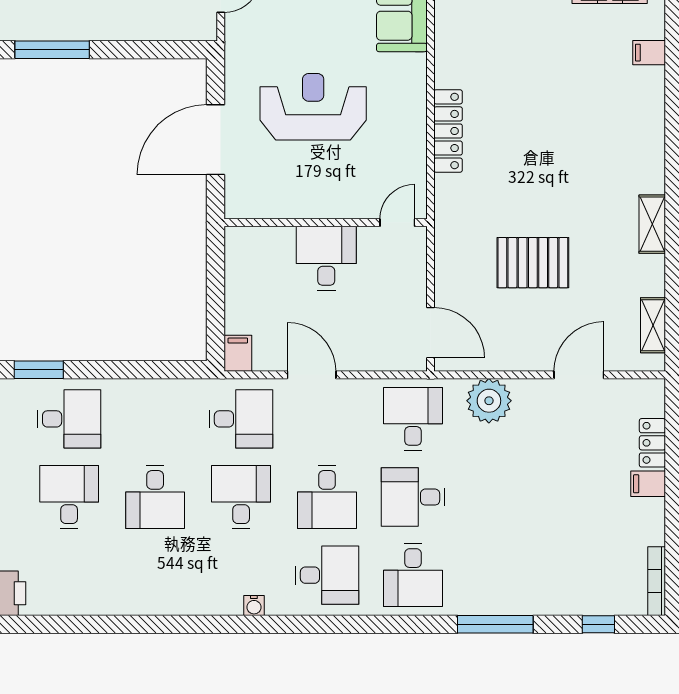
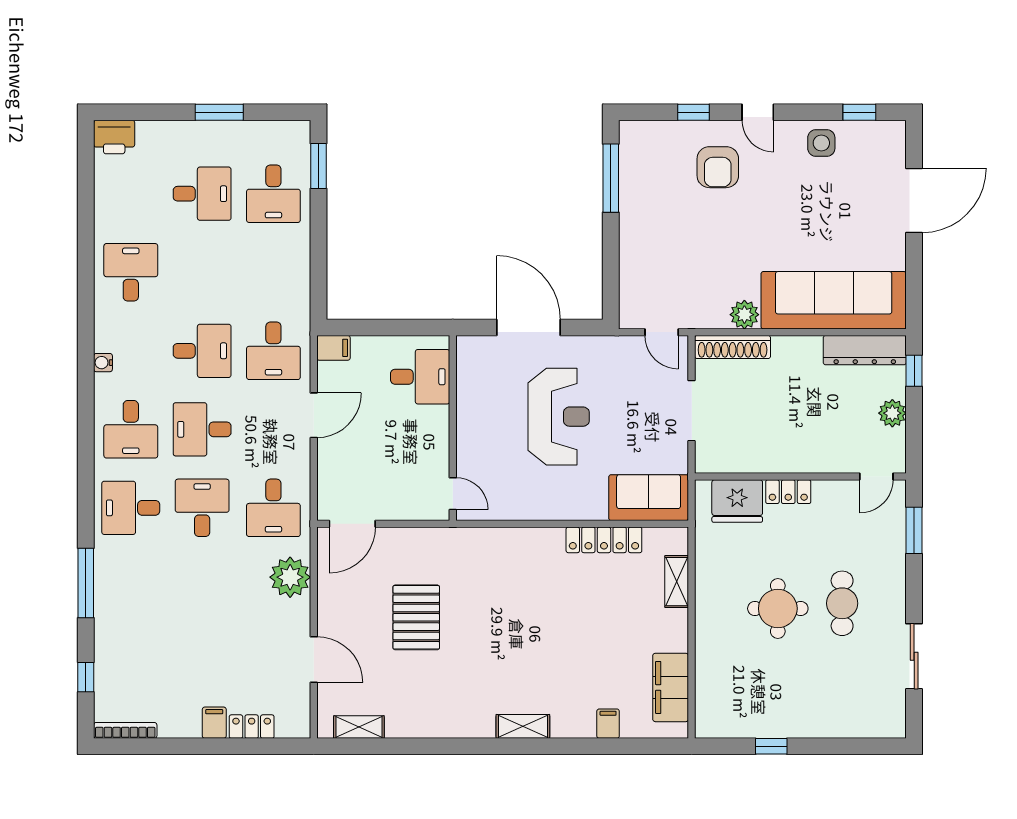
locker: (448, 131) -> (604, 540), moved
shelving: (652, 224) -> (523, 726), moved
desk: (326, 258) -> (420, 377), moved
desk: (413, 419) -> (273, 508), turned 90
desk: (155, 497) -> (131, 272), moved, turned 90

